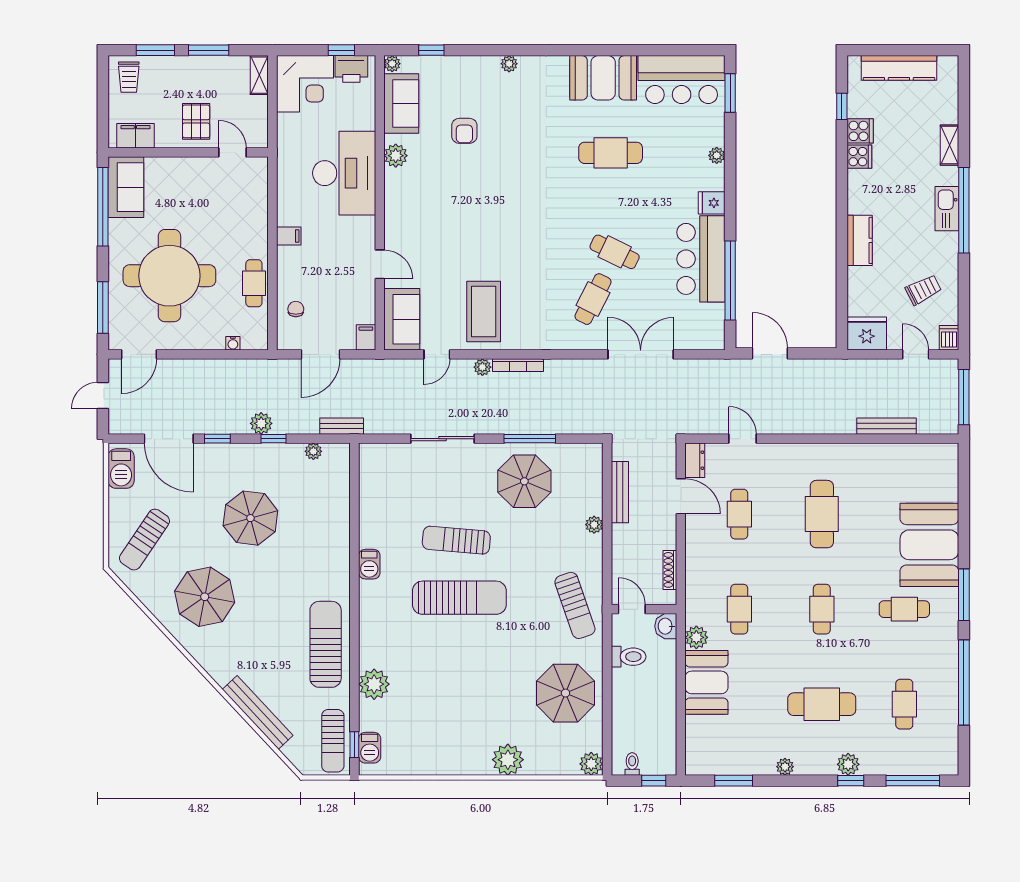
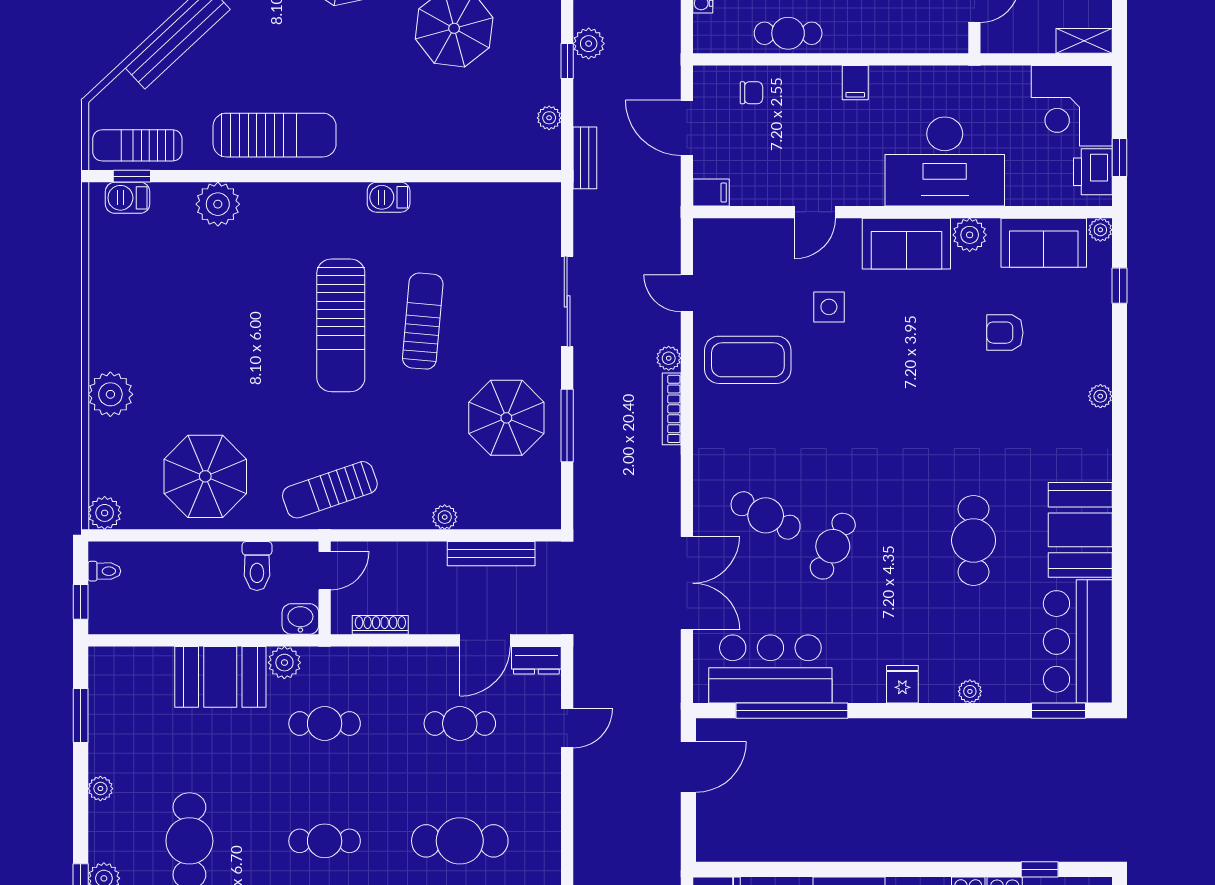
side table: (446, 255) -> (829, 307), added
bar counter: (701, 259) -> (770, 669), moved
sofa: (402, 319) -> (906, 244), moved

